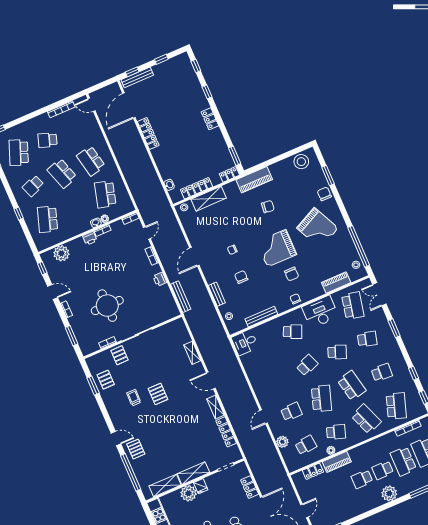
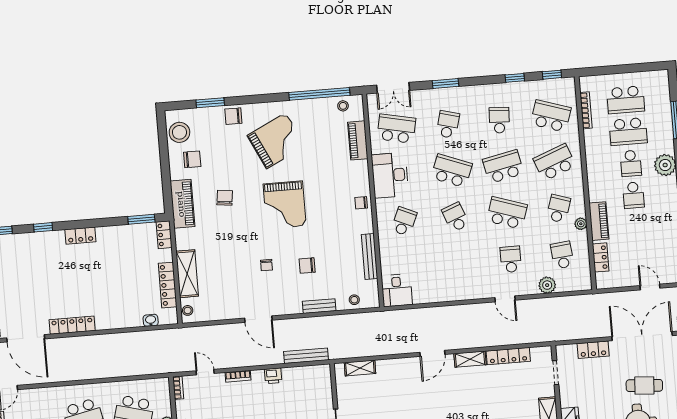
chair: (292, 274) -> (192, 159), moved
school desk: (337, 352) -> (452, 171), width x1.85
shelving: (192, 353) -> (360, 368), moved

